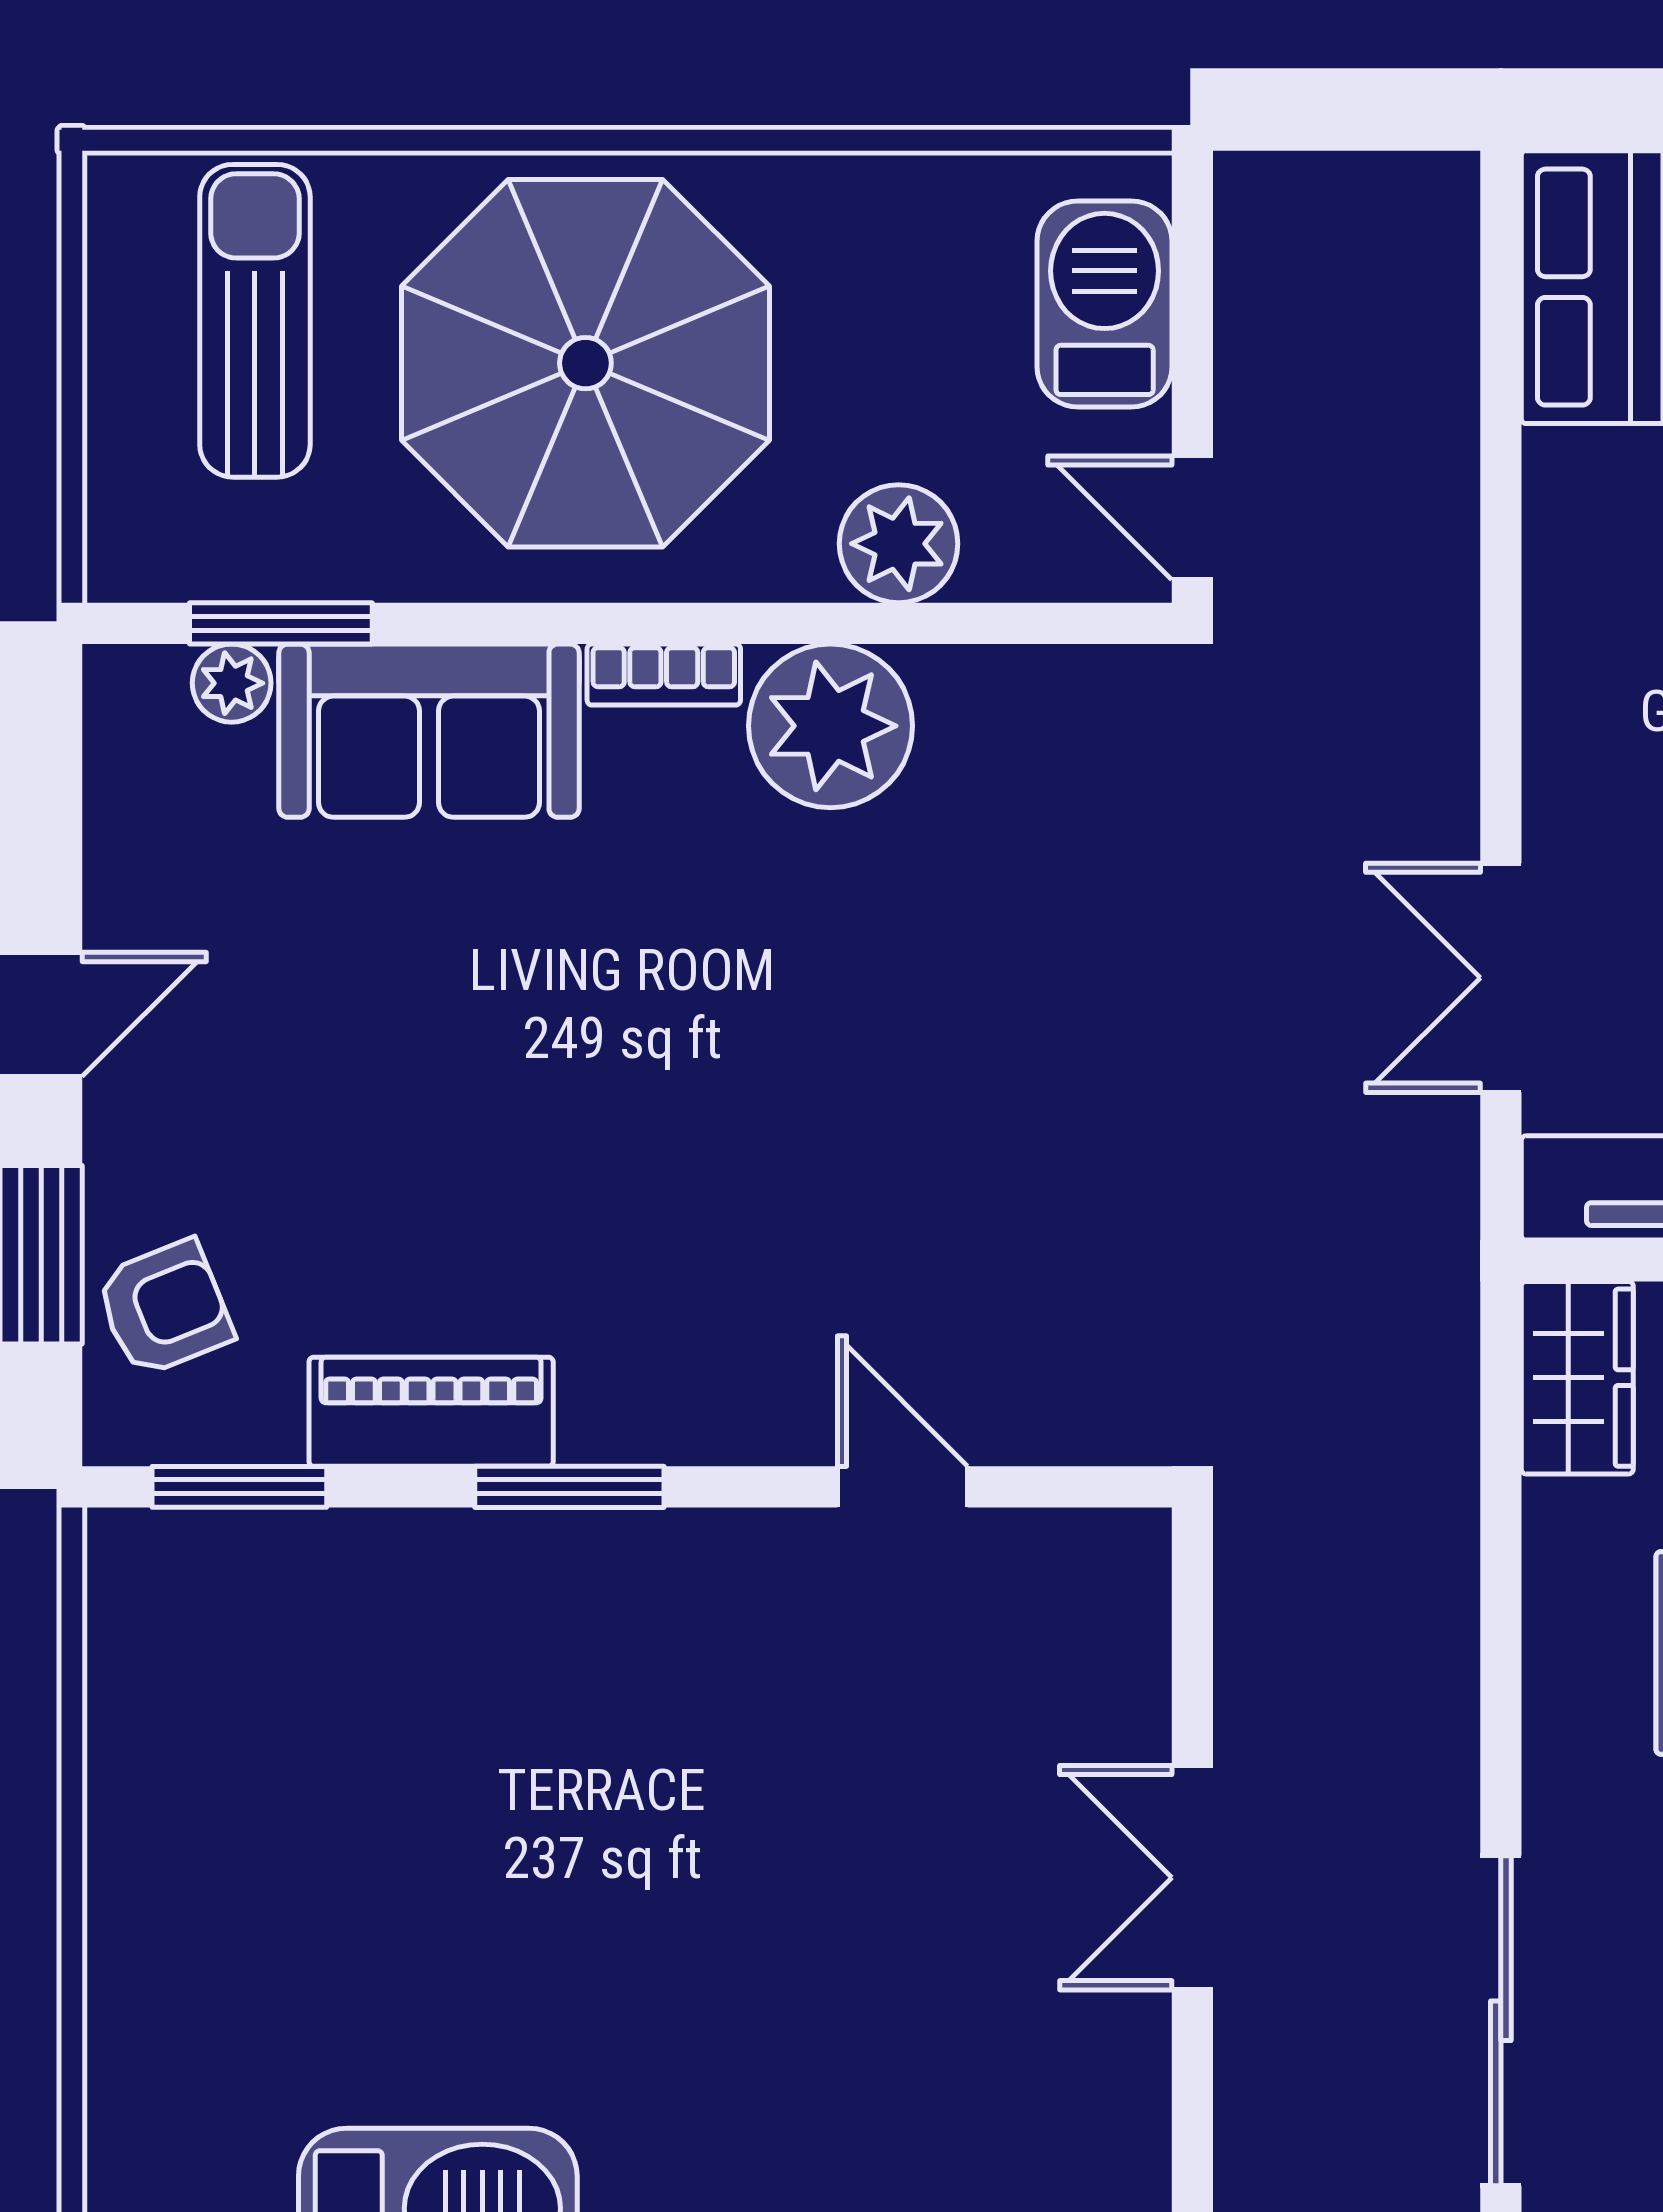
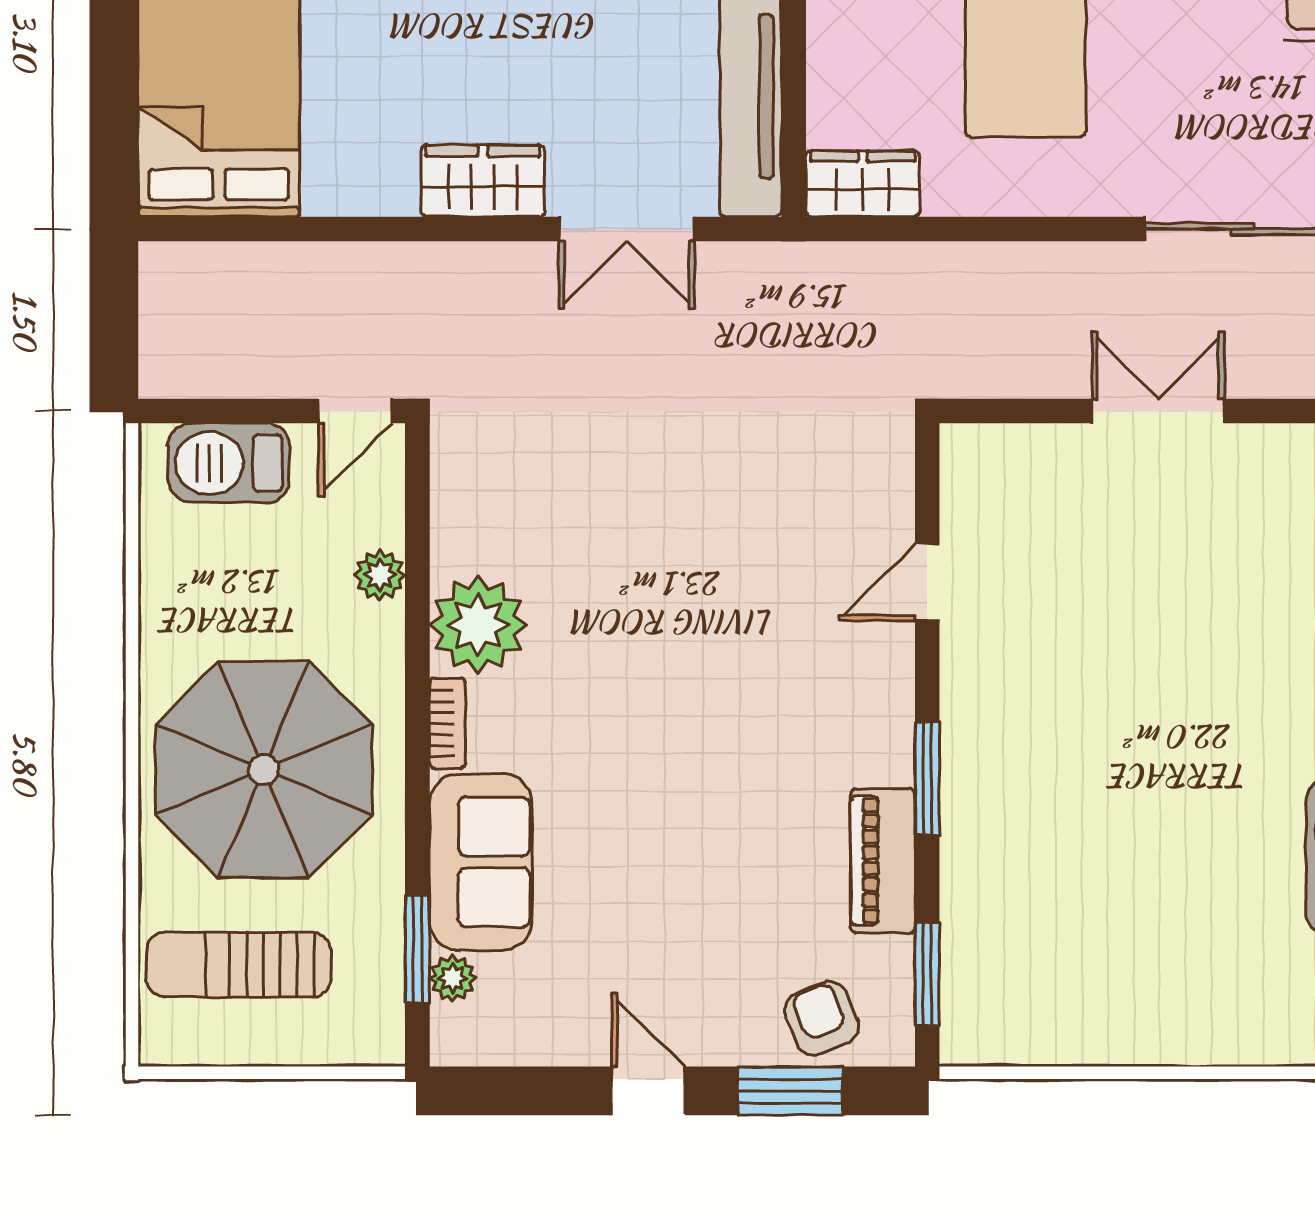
plant: (899, 544) -> (380, 575), width x0.73, depth x0.73
wardrobe: (1582, 734) -> (483, 181), added
double door: (1192, 1878) -> (1158, 411), swing flipped

